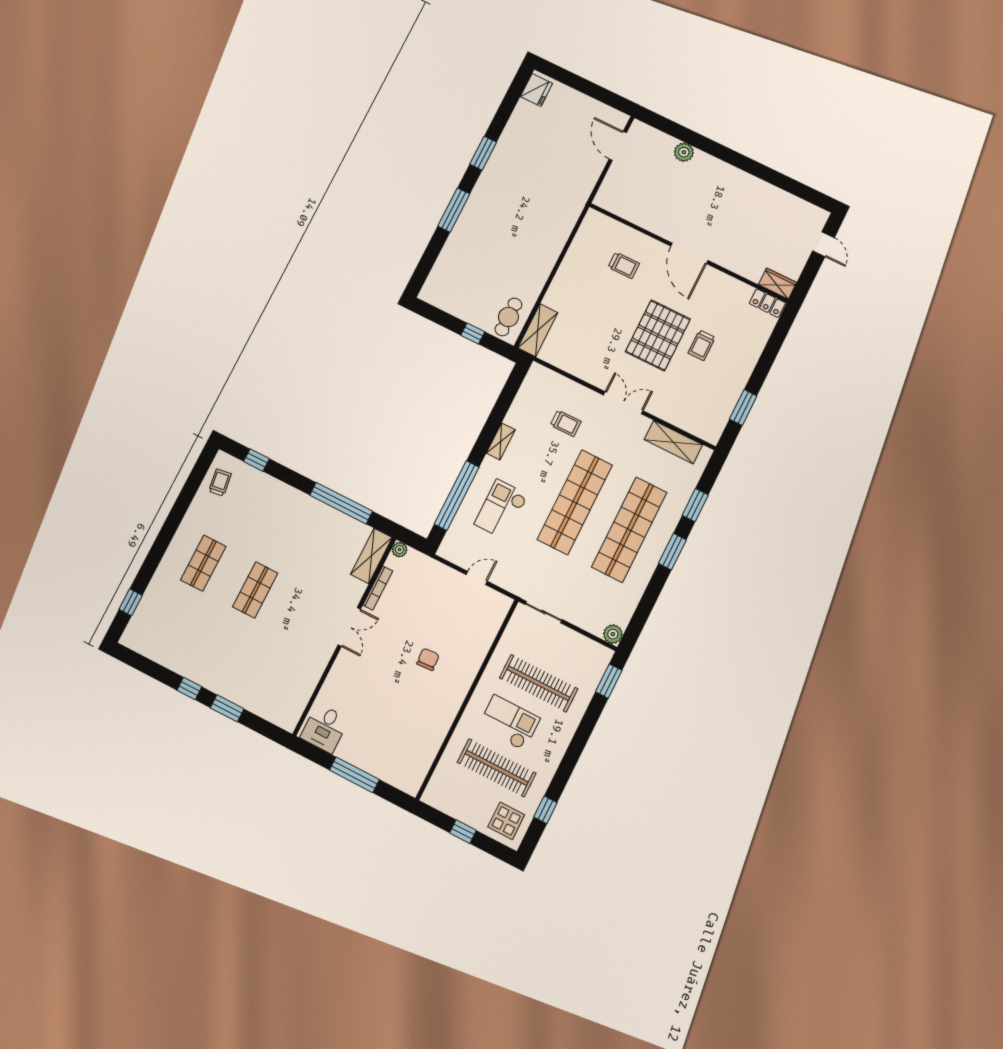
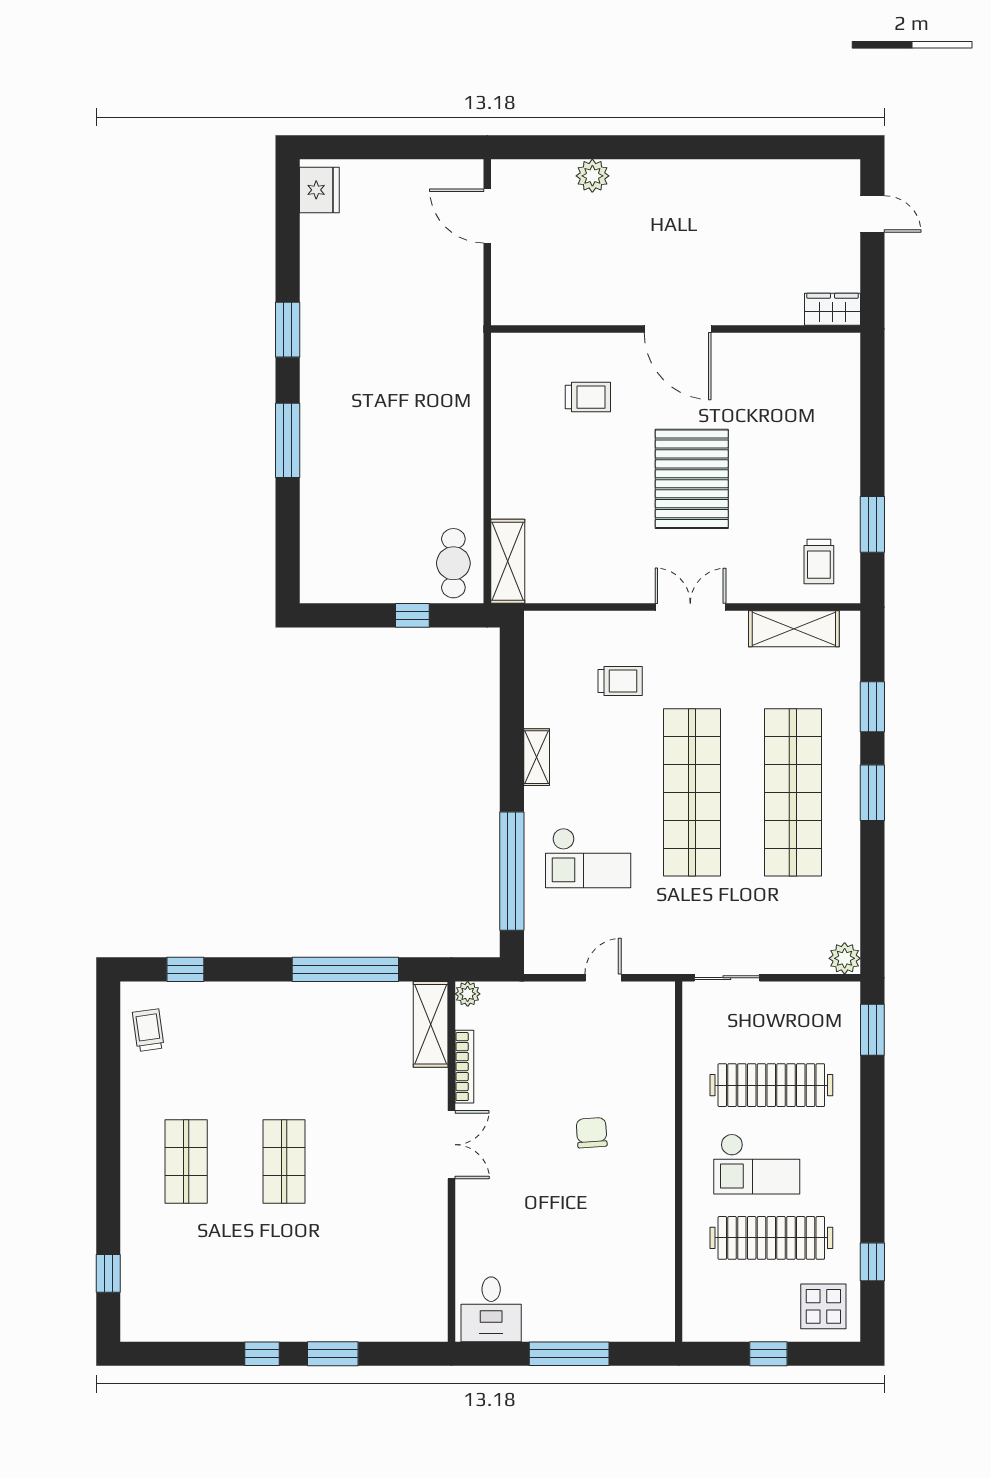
locker: (767, 303) -> (832, 347), removed
trolley: (702, 345) -> (819, 562), moved
checkout: (501, 509) -> (588, 858), turned -90
checkout: (509, 723) -> (757, 1164), turned 180

